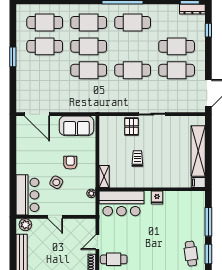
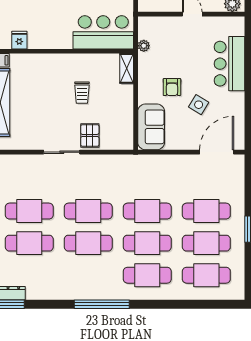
cafe table: (133, 22) -> (88, 243), moved
cafe table: (45, 70) -> (206, 211), added
door: (37, 114) -> (217, 152), hinge flipped
sofa: (76, 126) -> (151, 127), moved, turned 90
side table: (56, 182) -> (199, 105), moved
bar counter: (27, 195) -> (229, 64), moved
fridge: (157, 198) -> (19, 40), moved

